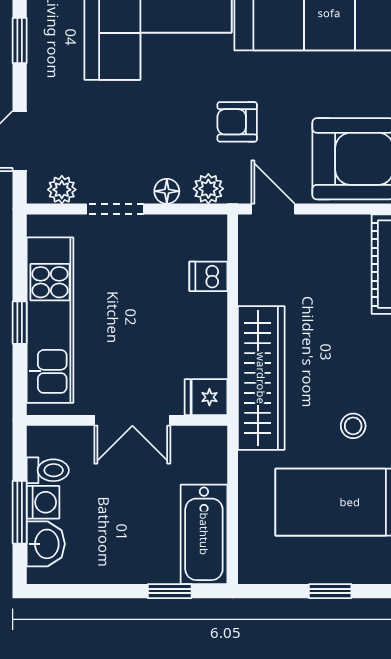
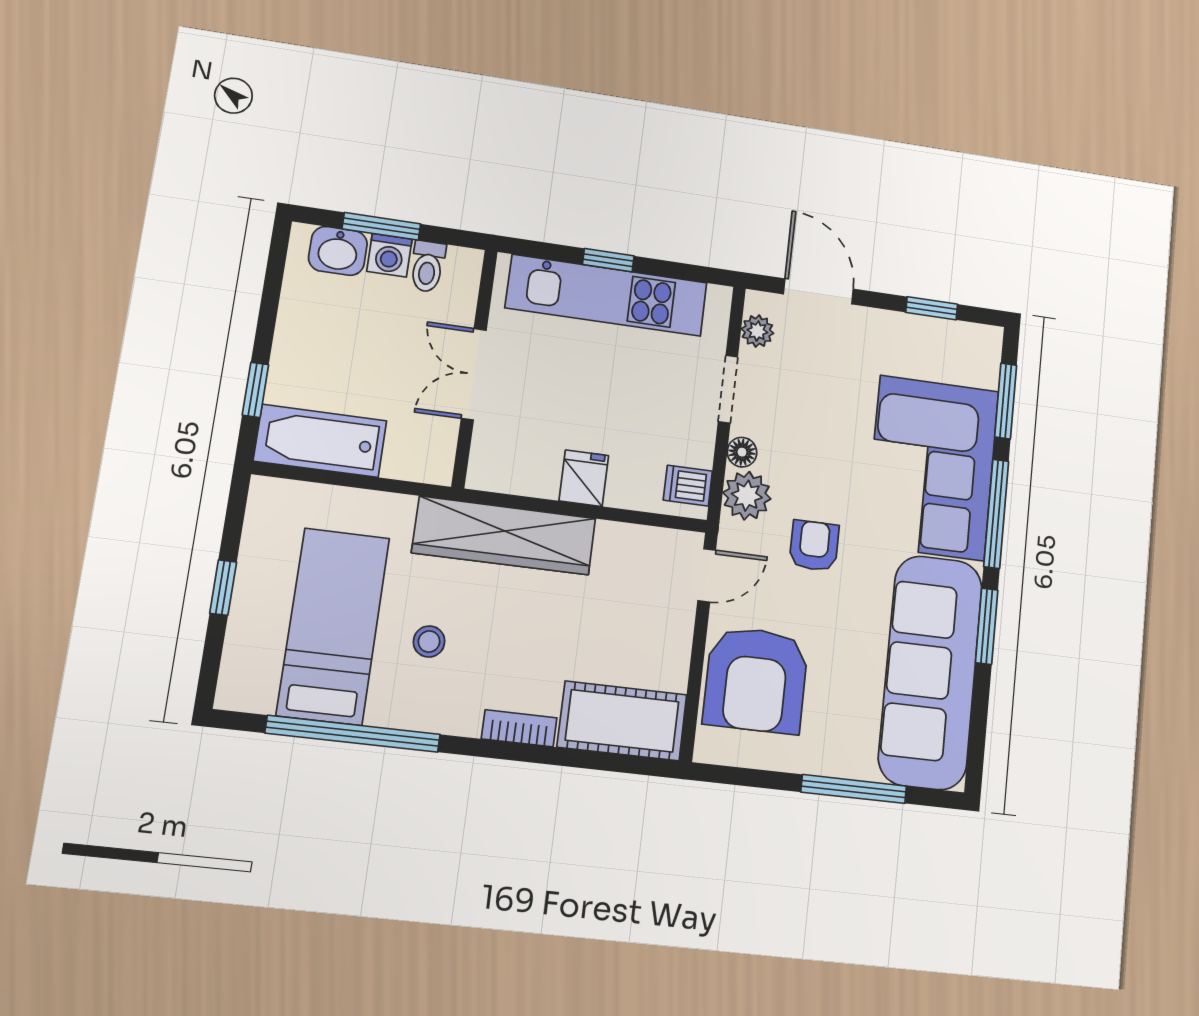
plant: (208, 189) -> (747, 496), width x1.38, depth x1.38
dishwasher: (208, 276) -> (688, 486), moved, turned -90
fridge: (206, 397) -> (584, 478), moved

